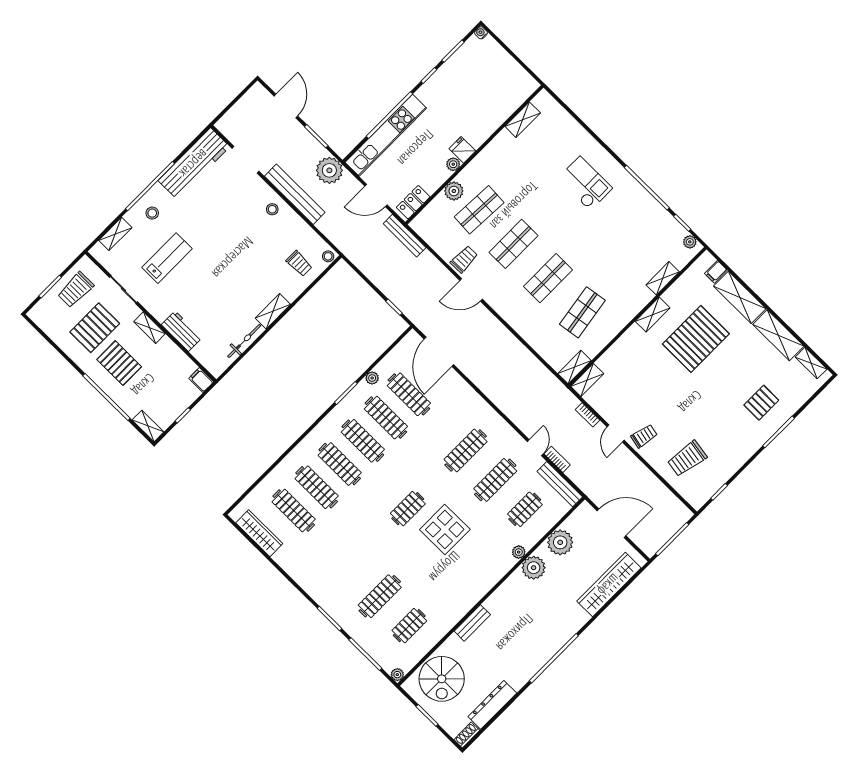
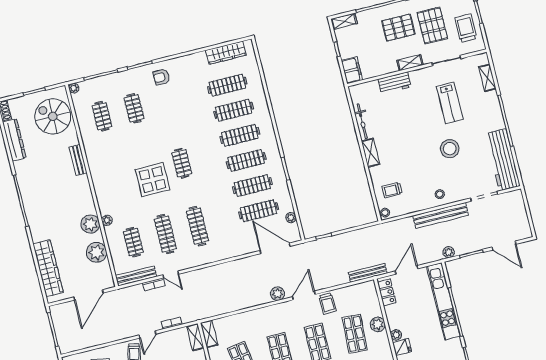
plant: (329, 170) -> (449, 252), width x0.53, depth x0.53
stool: (152, 213) -> (450, 149), moved, width x1.89, depth x1.89
plant: (486, 320) -> (277, 294), added
plant: (372, 378) -> (291, 218), moved
filing cabinet: (201, 380) -> (352, 70), width x2.00
door: (616, 433) -> (147, 334), swing flipped
armchair: (328, 587) -> (161, 77), added
clothes rail: (380, 596) -> (134, 108), width x0.73

